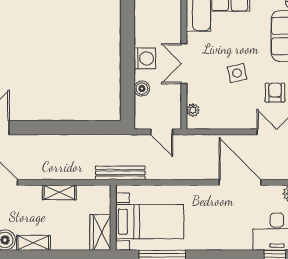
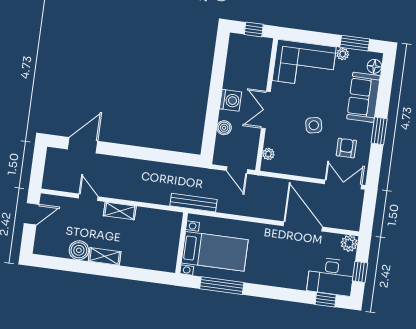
shelving: (59, 192) -> (120, 211), moved
wardrobe: (100, 232) -> (168, 255), removed

